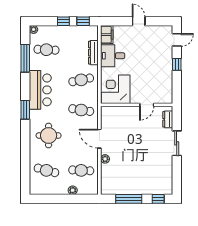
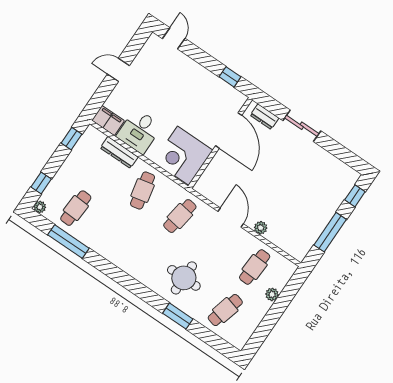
window: (63, 21) -> (41, 183), moved
window: (177, 64) -> (230, 77), moved
bar counter: (40, 90) -> (120, 250), removed
door: (147, 105) -> (229, 130), width x1.88
window: (25, 110) -> (178, 316), moved
door: (99, 139) -> (231, 218), swing flipped

